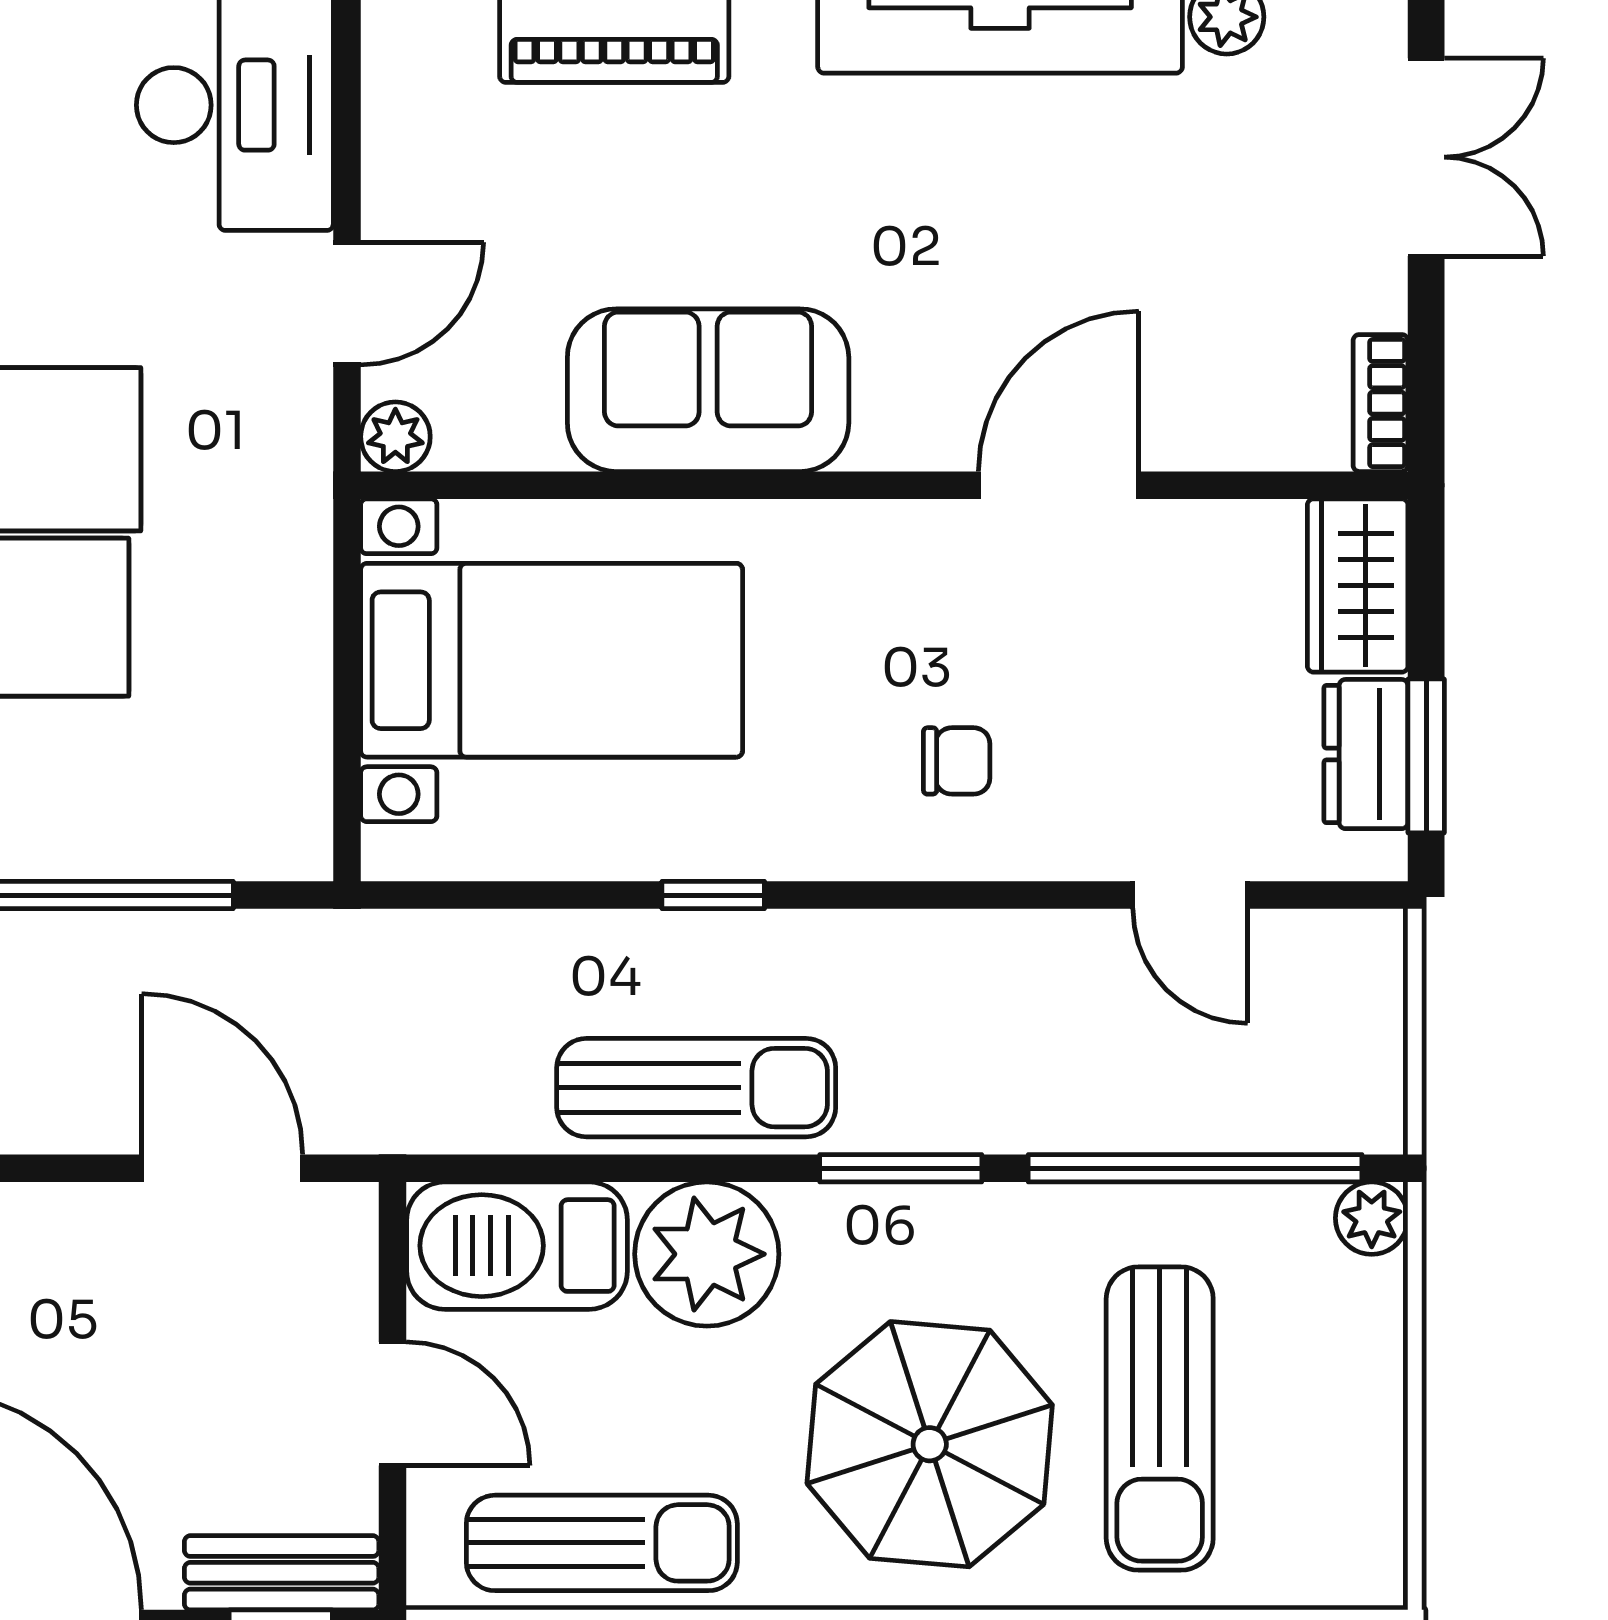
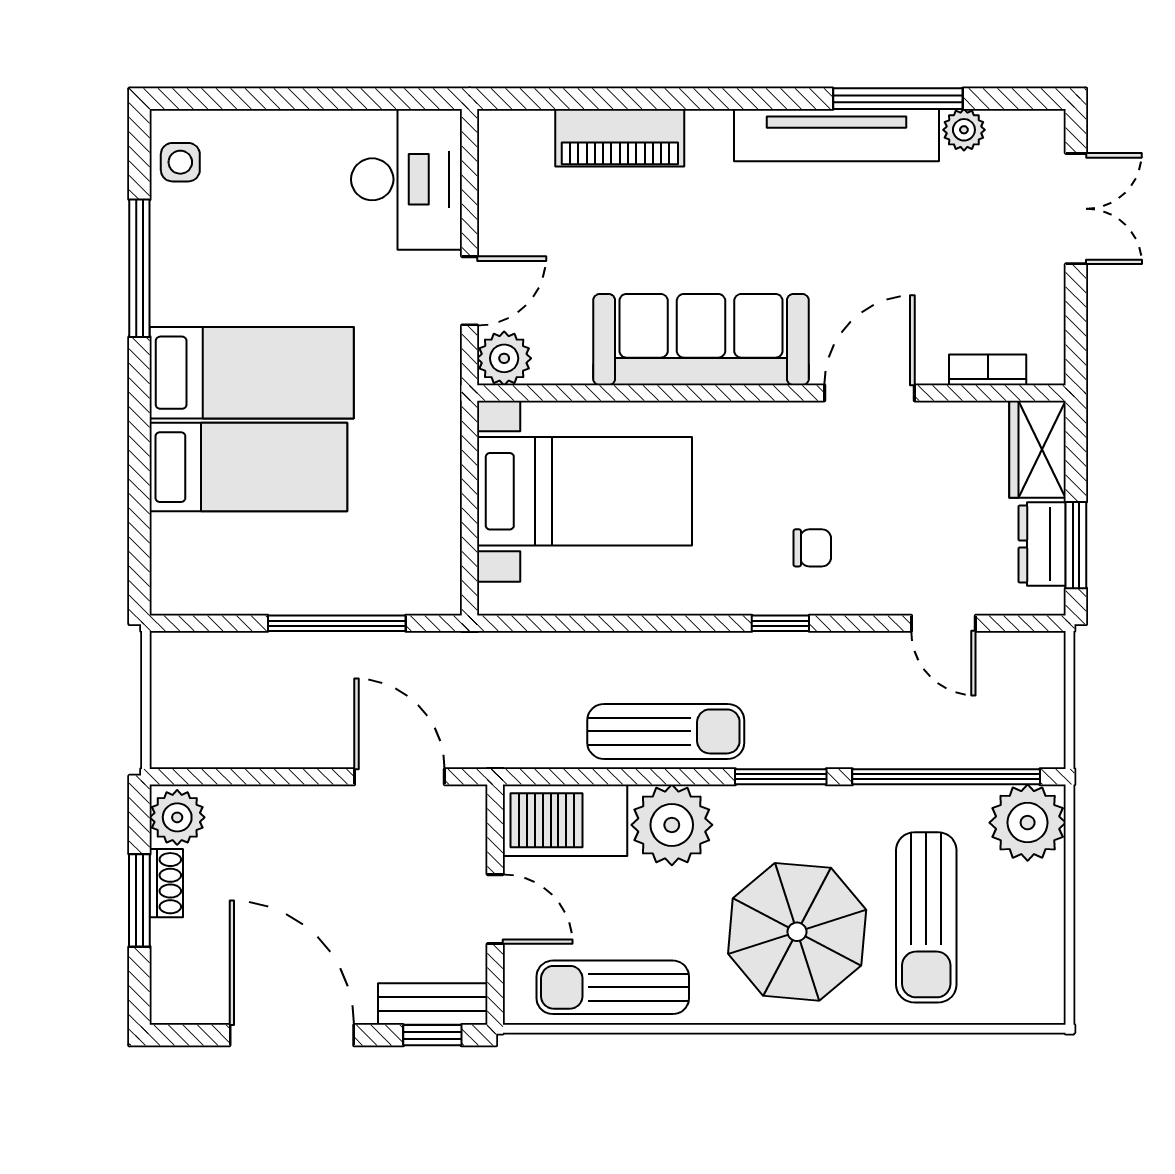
sofa: (708, 390) -> (701, 340), width x1.36
bookcase: (1380, 403) -> (988, 370), moved, turned 90
plant: (395, 437) -> (504, 358), width x1.38, depth x1.38
window: (713, 895) -> (780, 623), moved
plant: (1372, 1218) -> (1028, 823), width x1.88, depth x1.88
sun lounger: (602, 1543) -> (613, 987), turned 180

